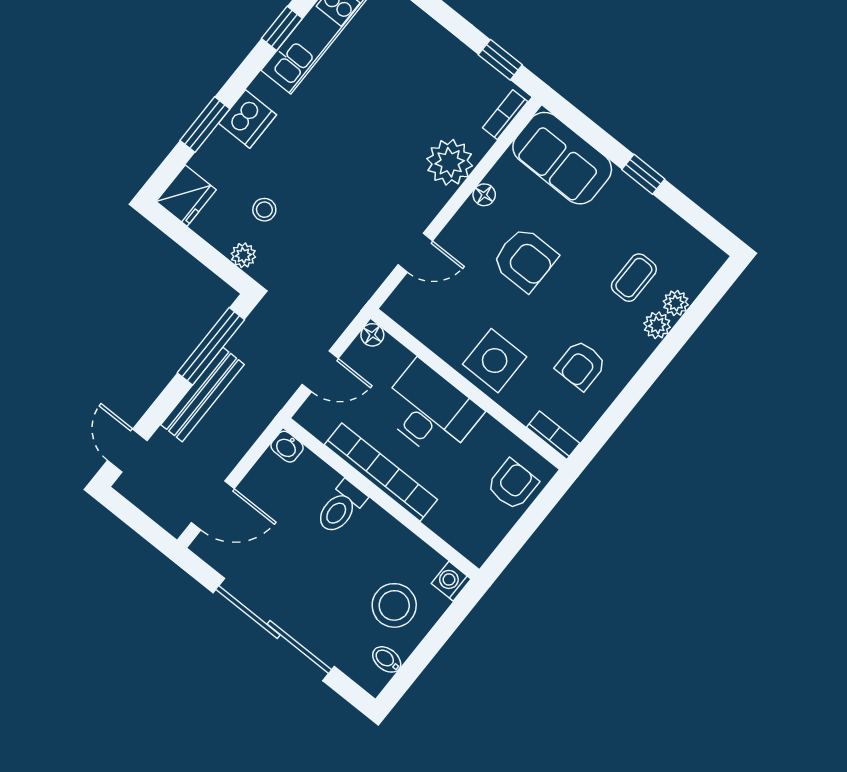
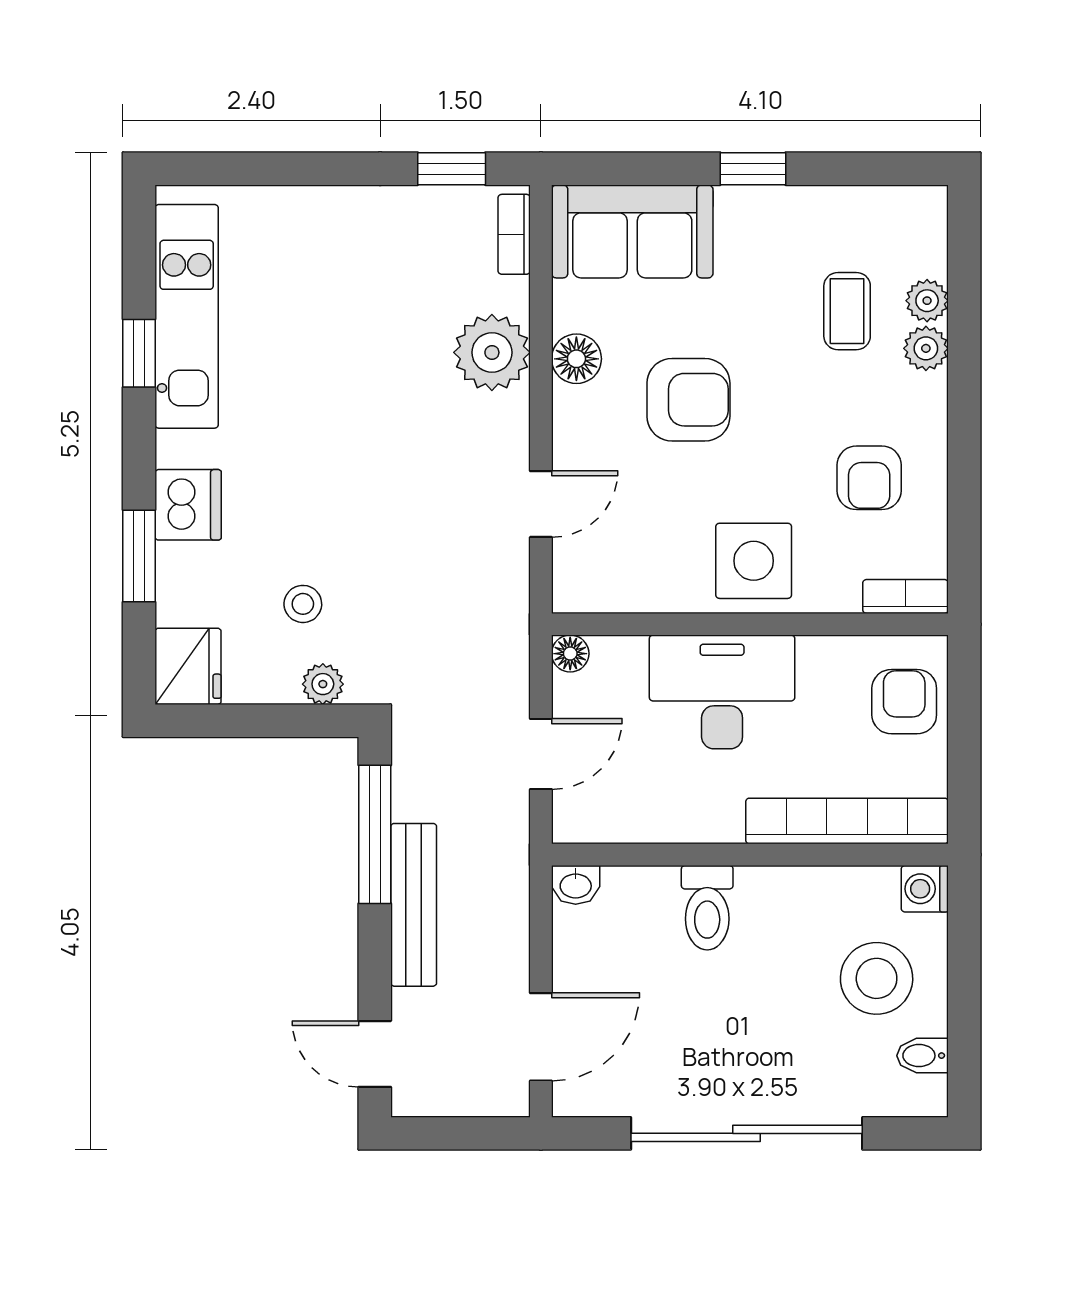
floor lamp: (484, 195) -> (576, 359), width x1.37, depth x1.37
bookcase: (381, 472) -> (847, 821), moved

